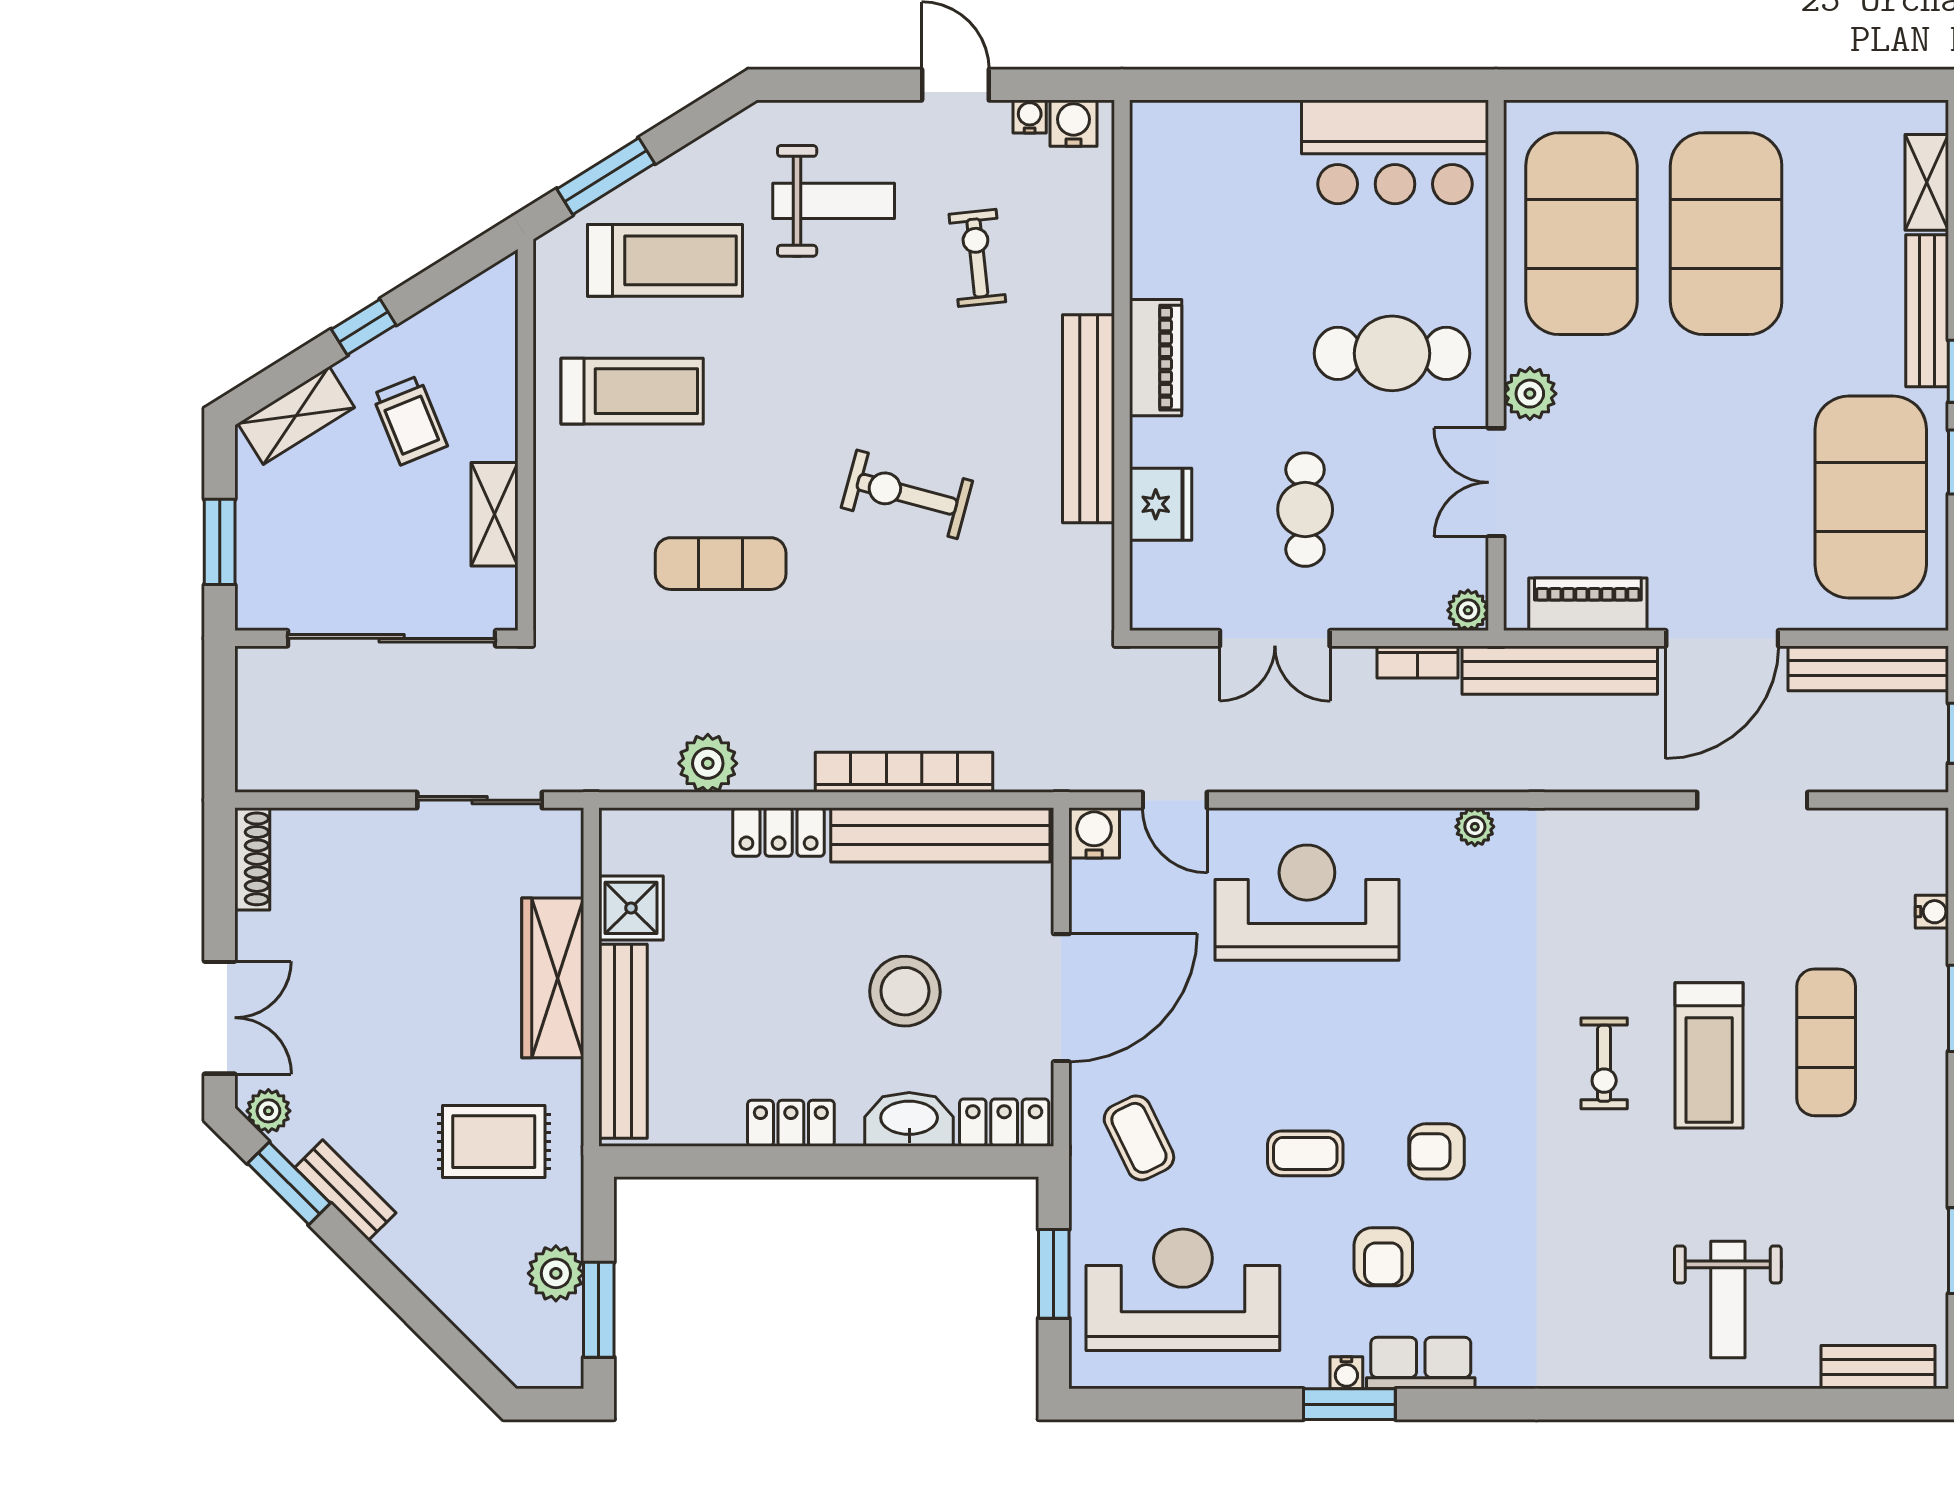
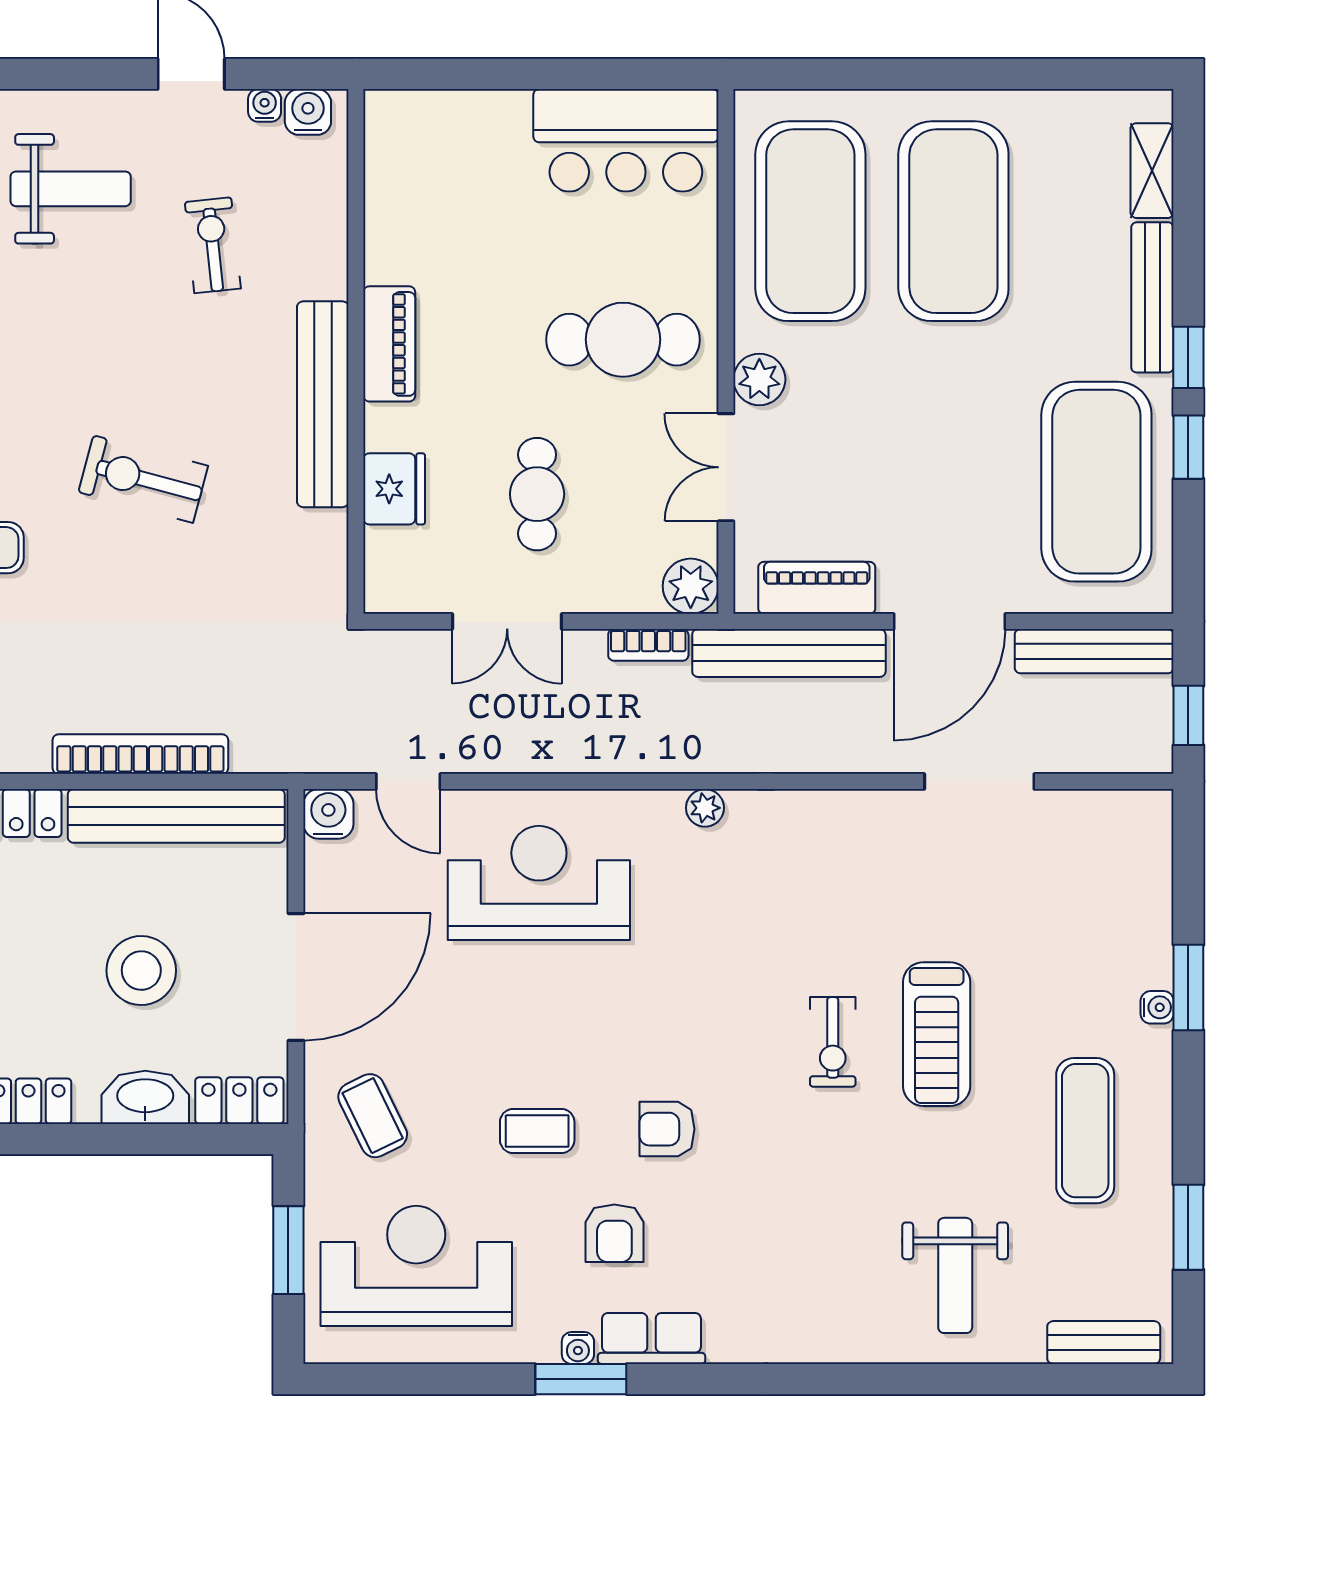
plant: (1468, 610) -> (691, 586), width x1.38, depth x1.38
water cooler: (1932, 912) -> (1157, 1007), moved
exercise mat: (1826, 1042) -> (1085, 1131), moved

